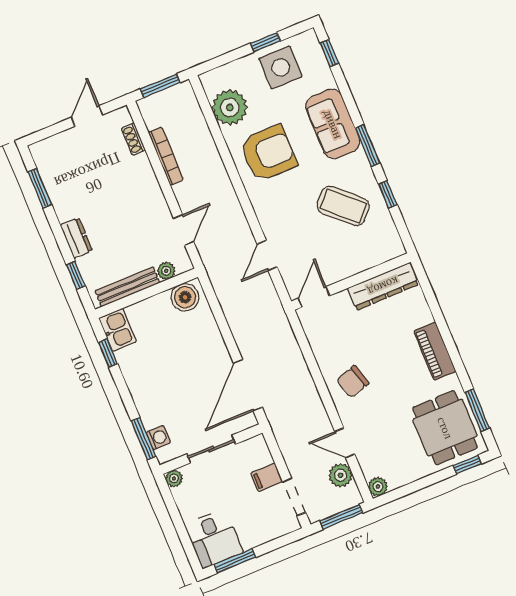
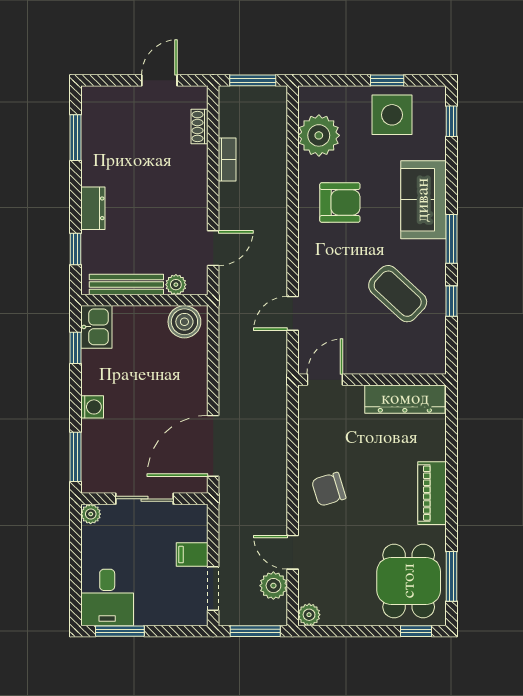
armchair: (268, 153) -> (340, 203), width x0.73, depth x0.73
bookcase: (166, 156) -> (227, 159), width x0.64
washing machine: (158, 438) -> (92, 407), moved

